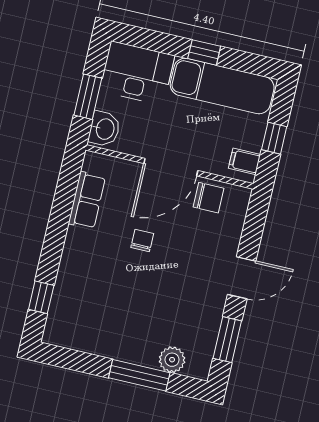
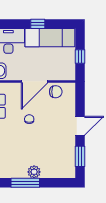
filing cabinet: (244, 161) -> (69, 71), removed
plant: (172, 360) -> (34, 172), moved
window: (139, 375) -> (25, 183), moved

